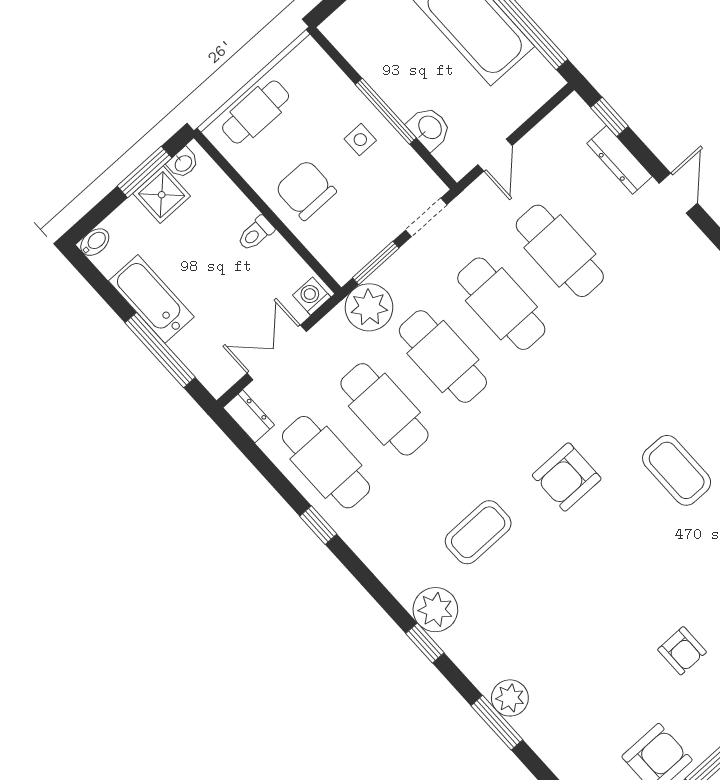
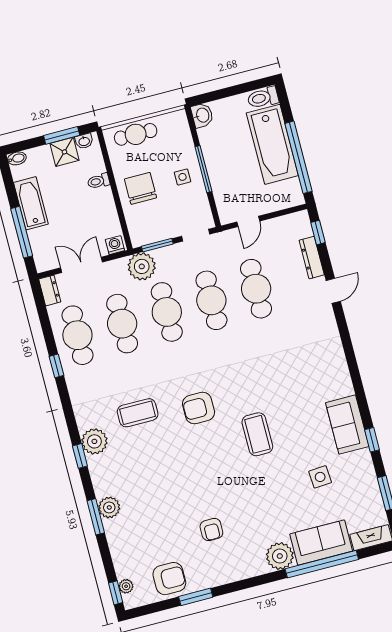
washbasin: (429, 128) -> (202, 115), moved
toilet: (256, 234) -> (99, 181), moved

